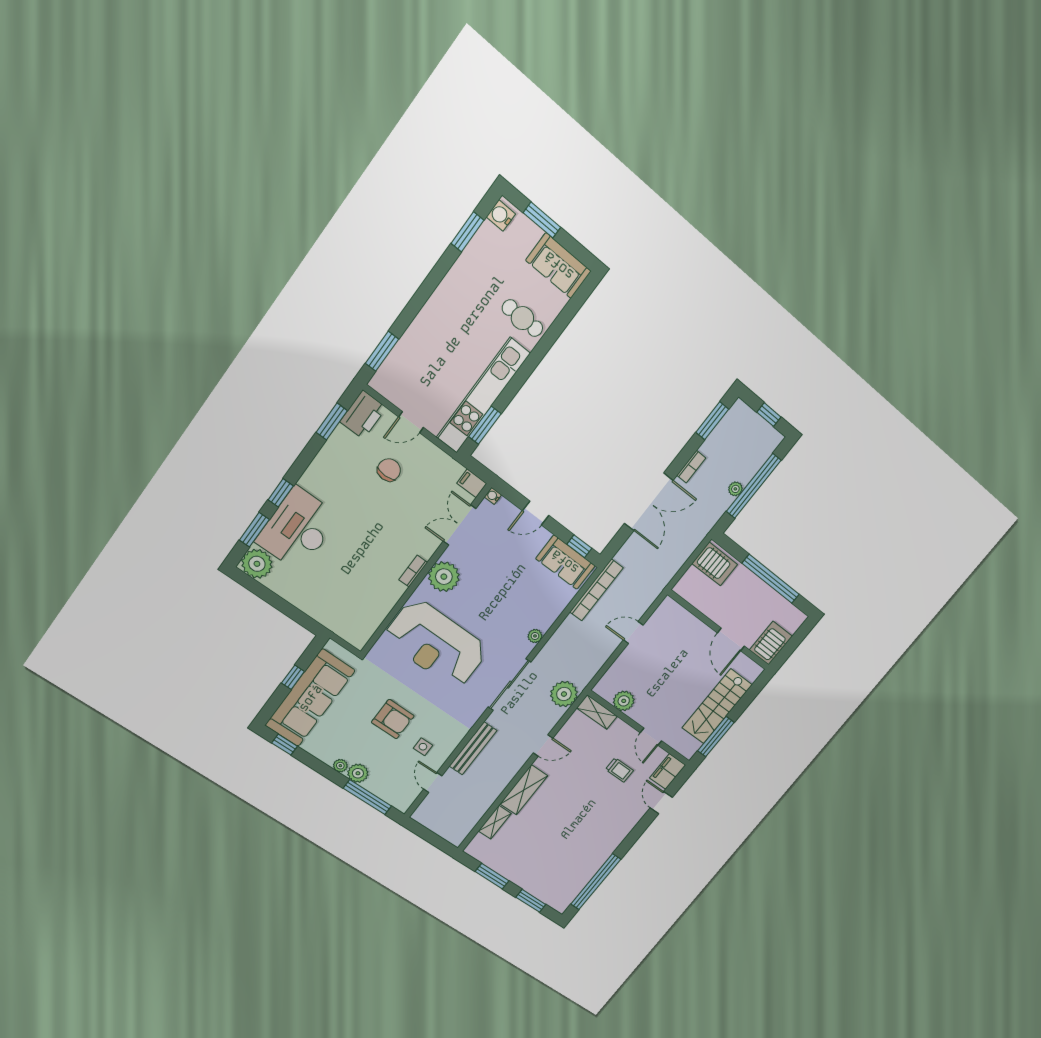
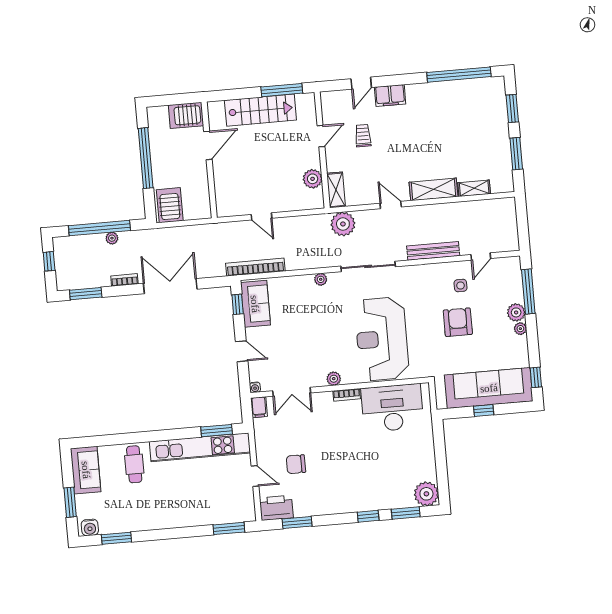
desk: (298, 529) -> (392, 408), moved, turned 180
plant: (444, 577) -> (334, 379), width x0.53, depth x0.53
reception desk: (436, 644) -> (382, 339), turned 180
filing cabinet: (668, 772) -> (390, 95), moved

